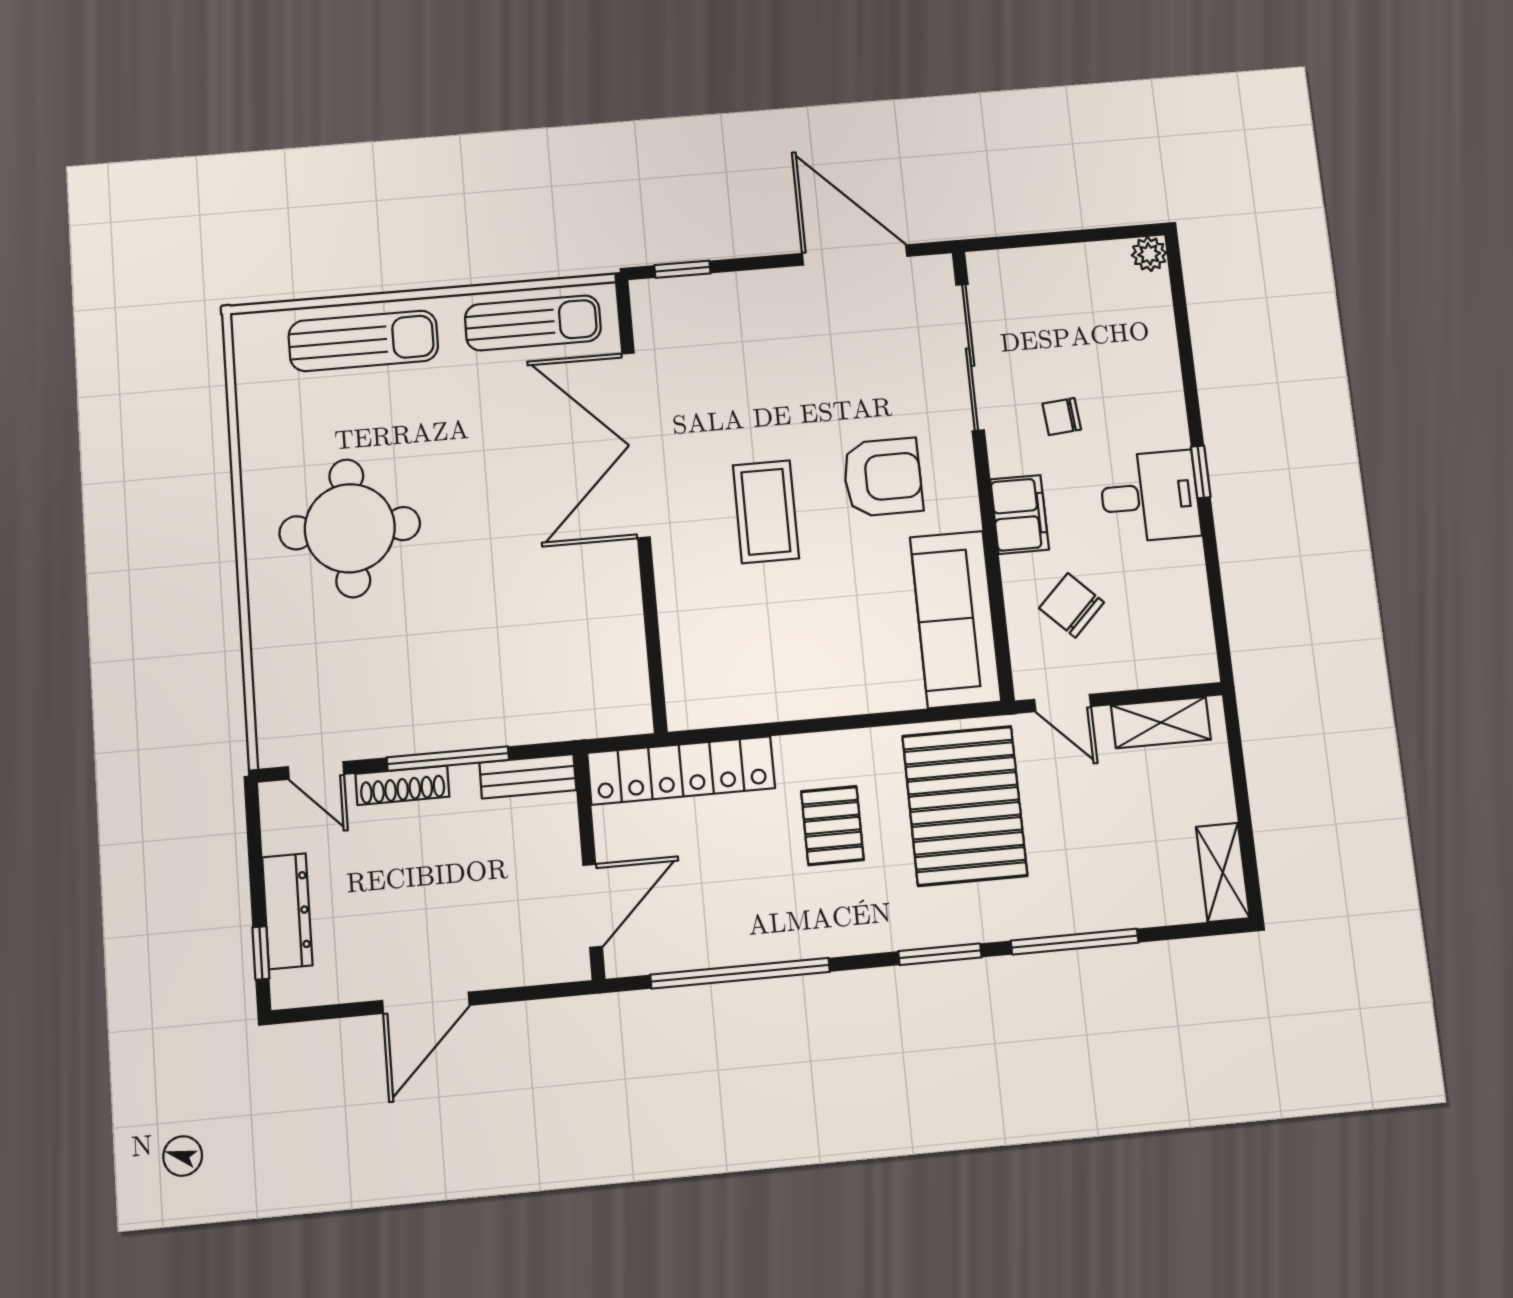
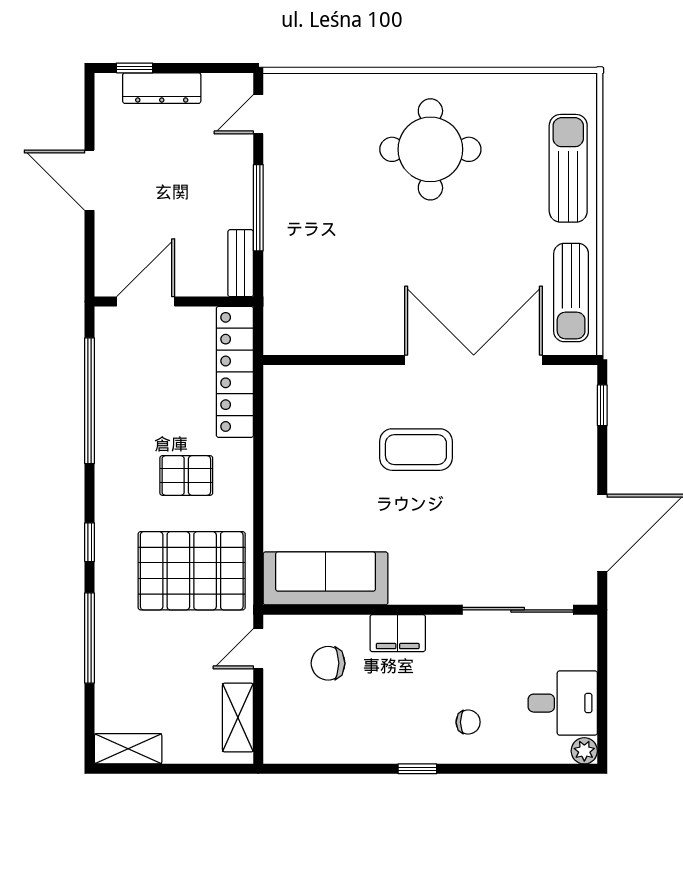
sun lounger: (363, 341) -> (568, 168), turned 180
chair: (1062, 417) -> (468, 722), moved, turned 95
armchair: (883, 477) -> (434, 537), removed
desk: (1150, 496) -> (563, 703), moved, turned -90
chair: (1072, 605) -> (328, 663), turned -135
shoe rack: (402, 785) -> (242, 174), removed
door: (593, 906) -> (146, 302), swing flipped
window: (940, 954) -> (90, 542), width x0.67

